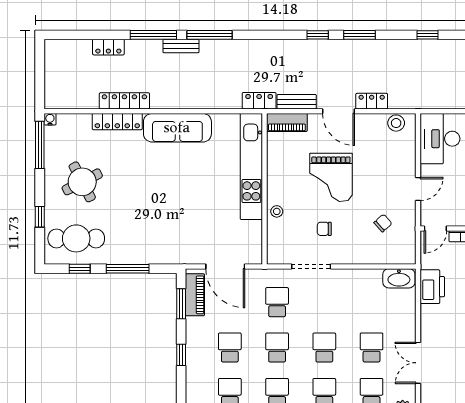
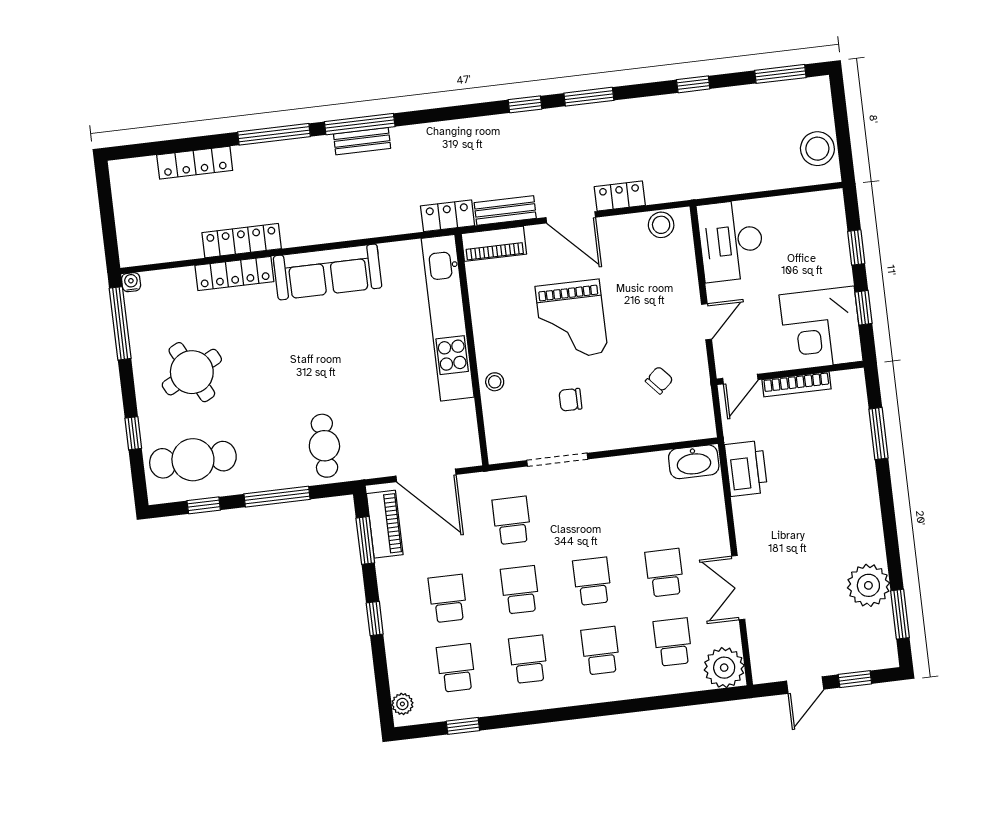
bench: (181, 46) -> (362, 141), moved
locker: (108, 47) -> (195, 163), width x1.53
cafe table: (162, 240) -> (324, 446), added

